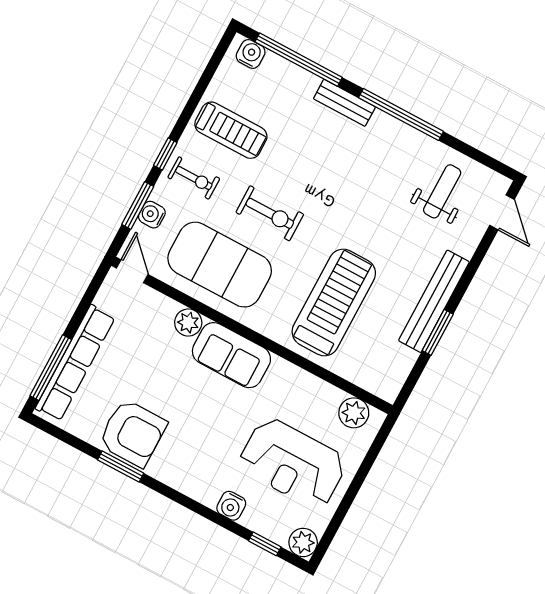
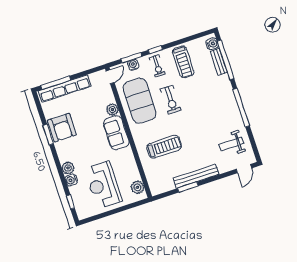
bench: (344, 103) -> (219, 62), moved
weight bench: (442, 191) -> (231, 144), turned 180
treadmill: (334, 303) -> (164, 147), width x0.73, depth x0.73
plant: (303, 542) -> (68, 168), moved

